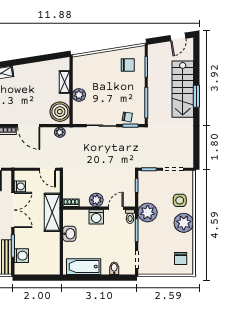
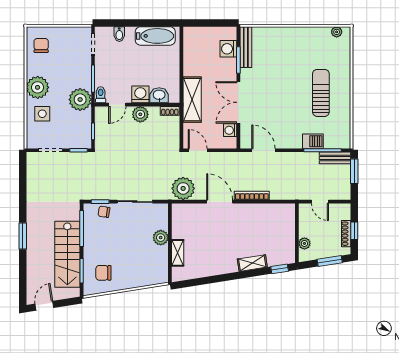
stairs: (183, 89) -> (67, 254), moved, turned 180
boiler: (60, 112) -> (183, 218), removed
plant: (60, 132) -> (183, 188), width x1.88, depth x1.88
washbasin: (69, 234) -> (159, 95), moved, turned 90

